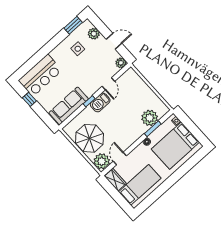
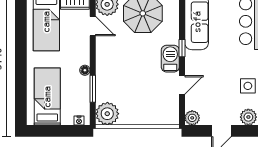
door: (108, 84) -> (182, 85), swing flipped
plant: (150, 118) -> (107, 114), moved
bed: (175, 146) -> (47, 97), width x0.67

